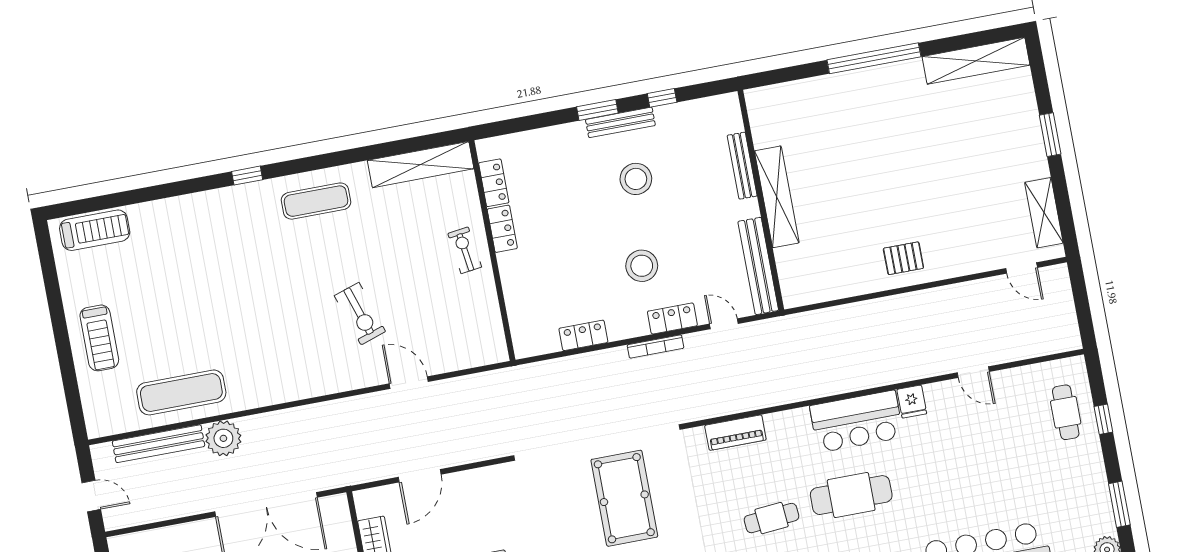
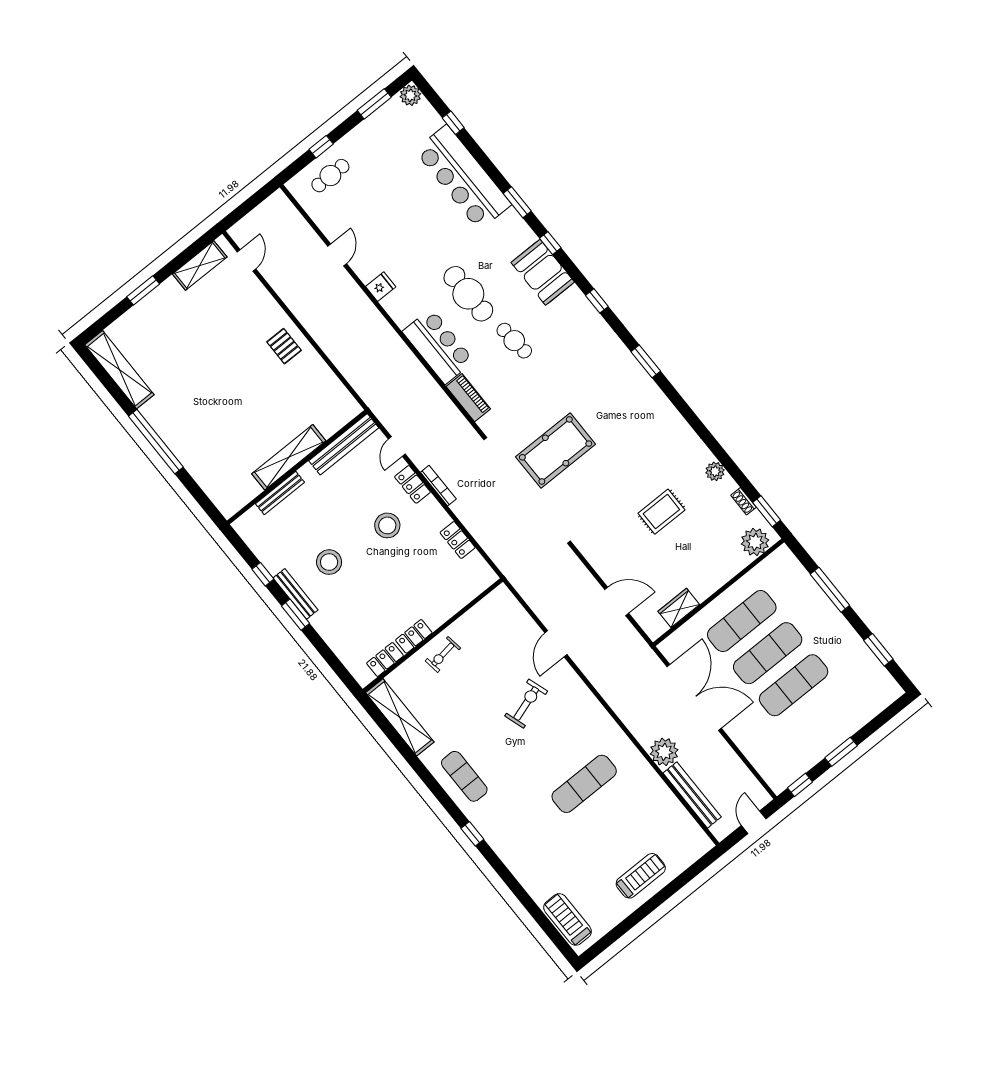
exercise mat: (181, 392) -> (584, 784), moved, turned 90
bar counter: (857, 421) -> (438, 346), moved

